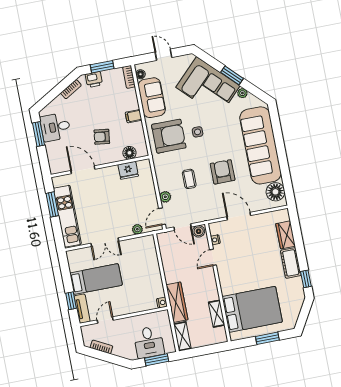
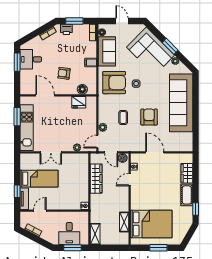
floor lamp: (275, 192) -> (186, 140), removed
wardrobe: (177, 302) -> (96, 179), moved

